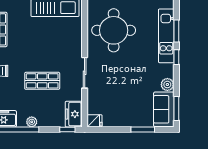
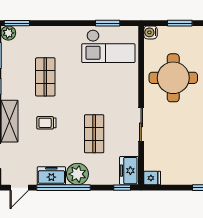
shop shelf: (42, 81) -> (94, 134), turned 90
plant: (32, 122) -> (77, 174), width x1.88, depth x1.88

